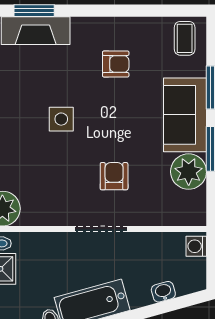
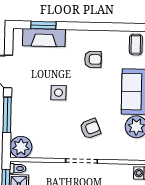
armchair: (114, 176) -> (90, 129), turned 68

